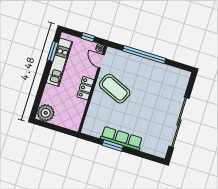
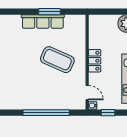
coffee table: (115, 89) -> (57, 60), moved

